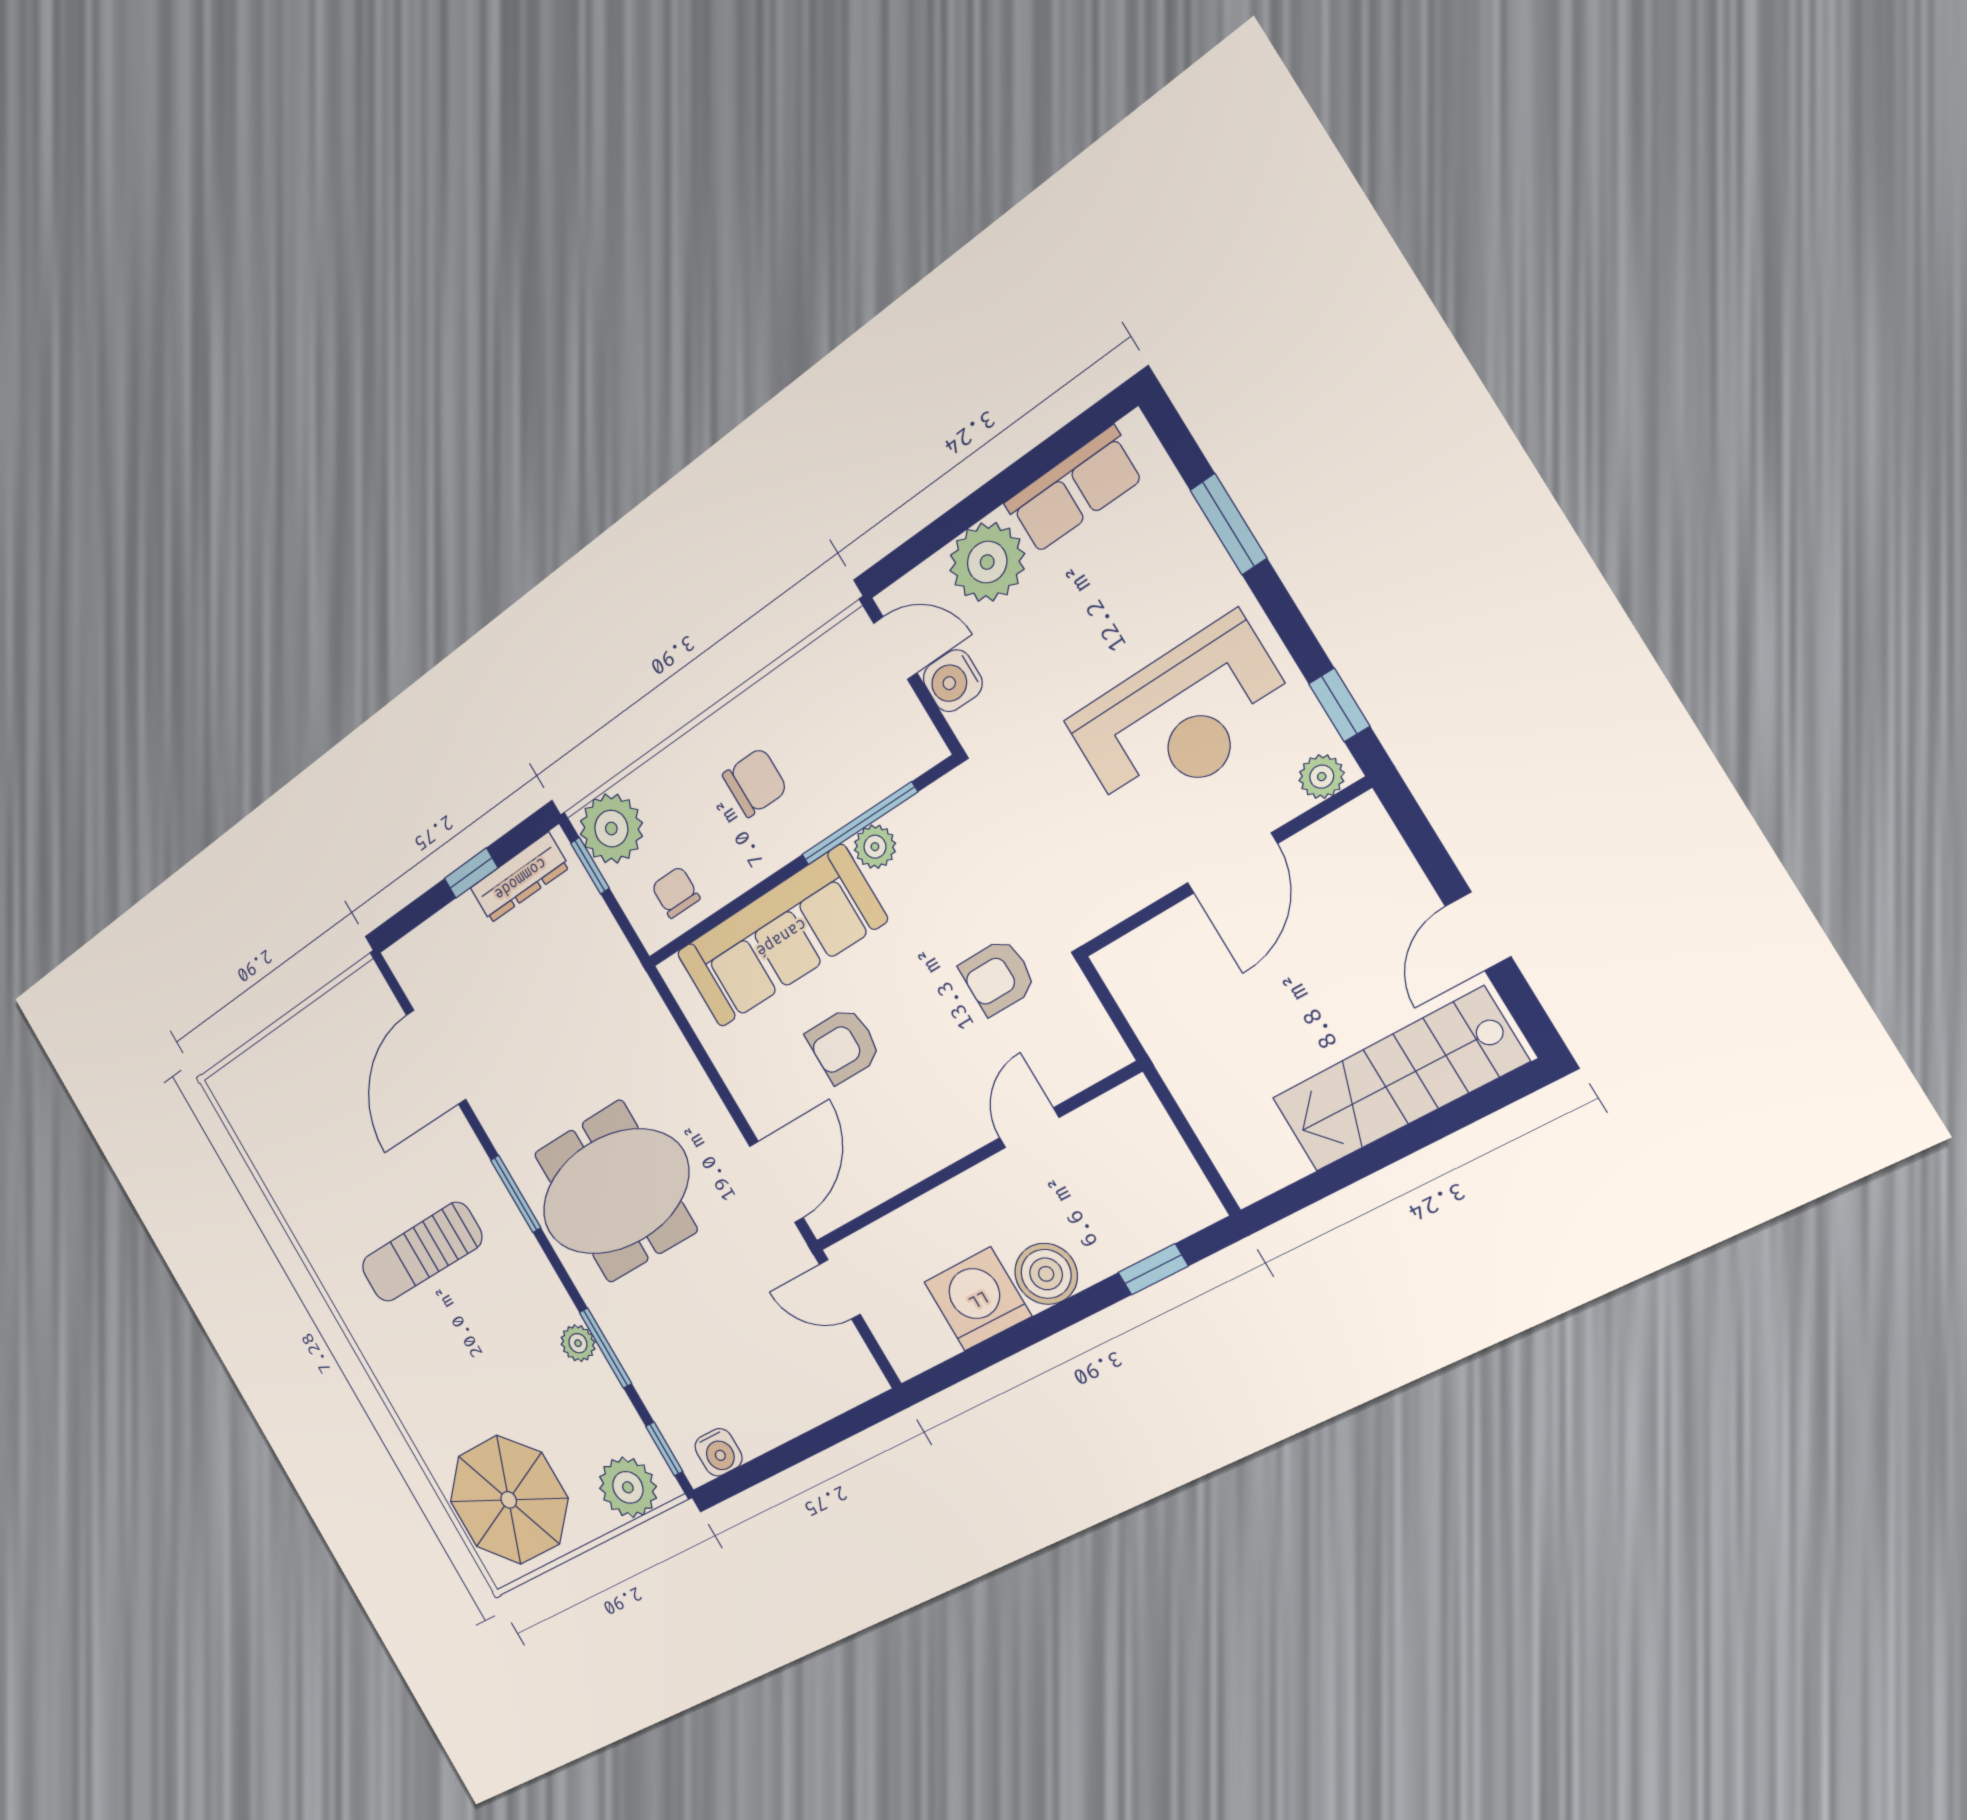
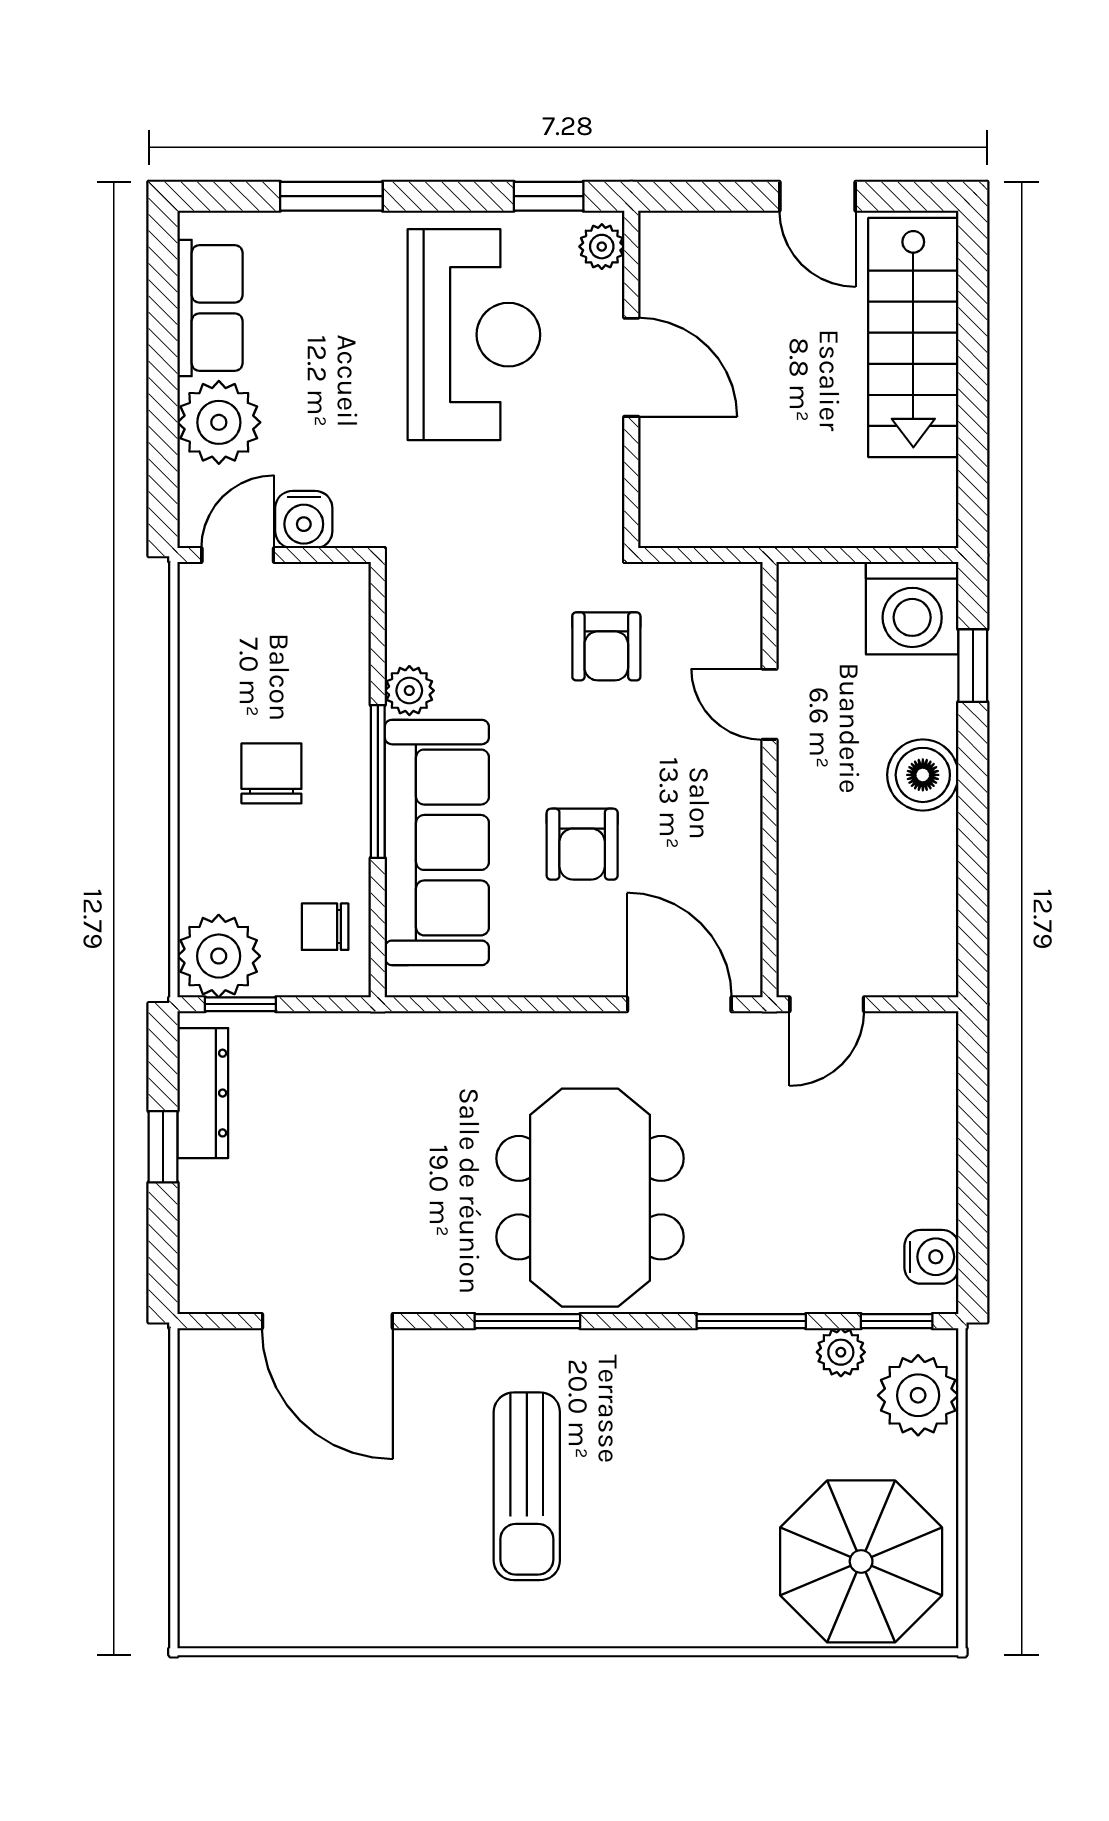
window: (859, 824) -> (378, 781), moved
washing machine: (978, 1299) -> (912, 608), moved, turned -90
plant: (578, 1343) -> (841, 1352), moved

